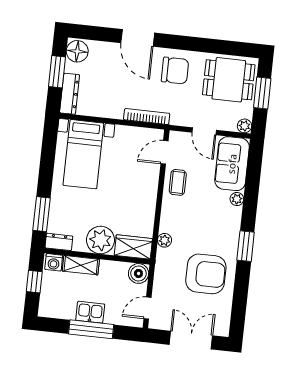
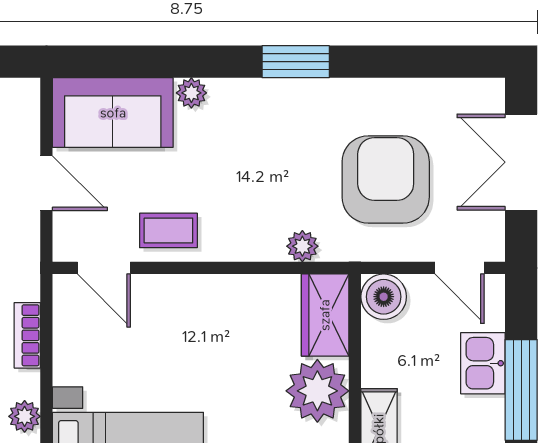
bookcase: (147, 117) -> (27, 335), width x0.64
plant: (244, 126) -> (25, 416), moved
door: (204, 131) -> (46, 183), hinge flipped
armchair: (206, 274) -> (386, 179), moved
kitchen sink: (90, 312) -> (483, 363), moved

